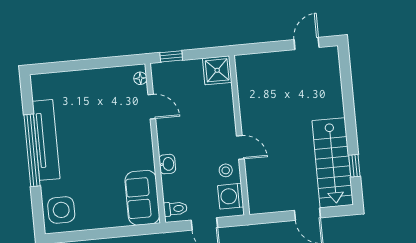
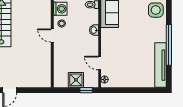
shower: (217, 70) -> (76, 80), moved
tv unit: (46, 140) -> (160, 65), moved

